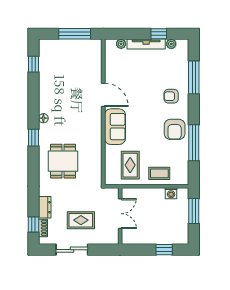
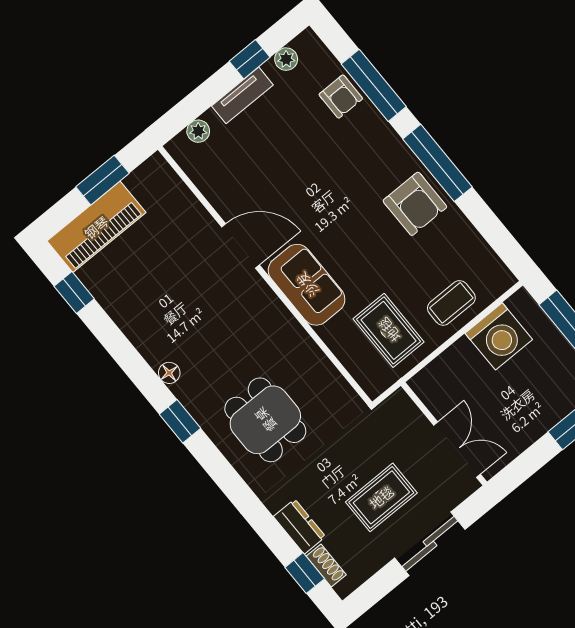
window: (75, 34) -> (103, 180), width x0.69
tv unit: (146, 44) -> (242, 95), width x0.71
piano: (60, 48) -> (96, 227), added
armchair: (171, 96) -> (341, 97), moved, turned -90
window: (194, 143) -> (437, 163), moved
washing machine: (171, 193) -> (499, 336), width x1.89, depth x1.89
double door: (120, 214) -> (457, 450), moved
sliding door: (72, 250) -> (430, 544), moved

